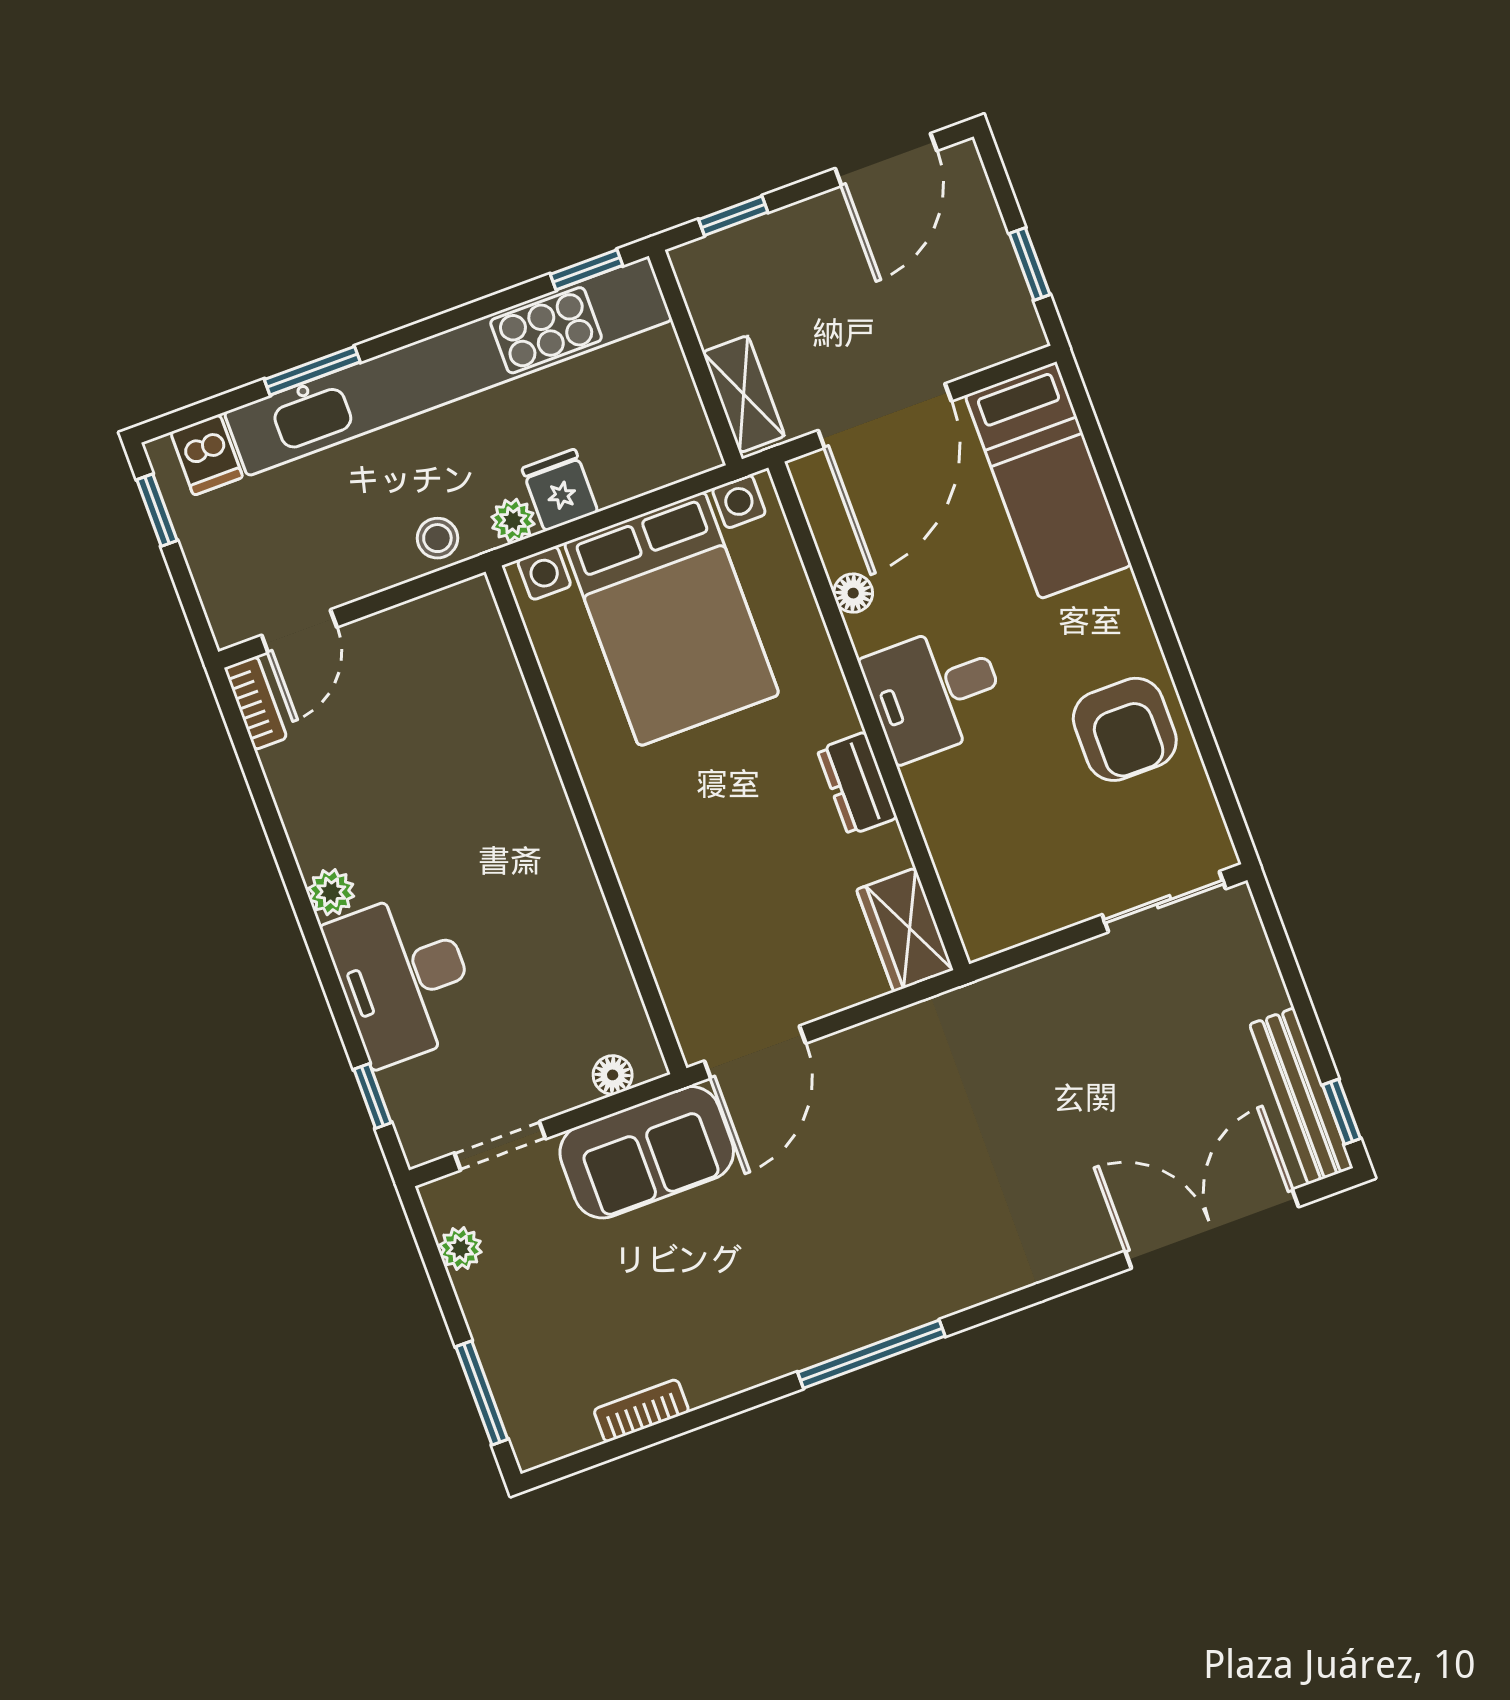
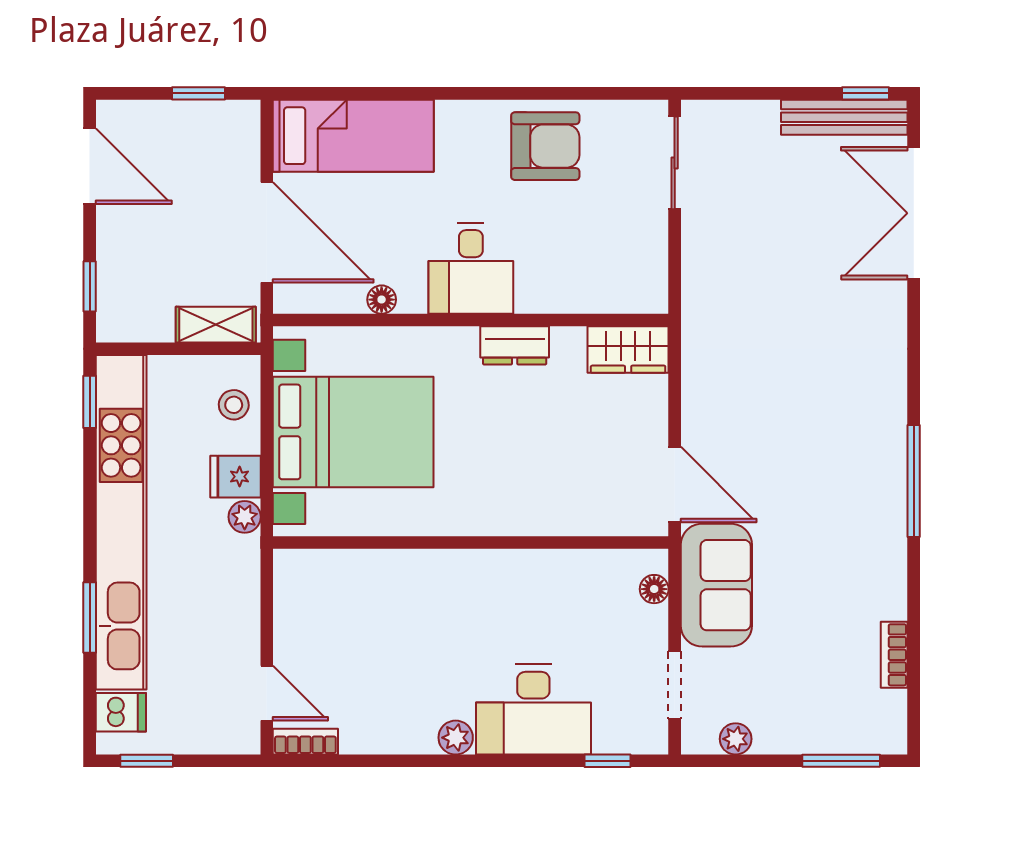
stool: (437, 538) -> (234, 405), moved

